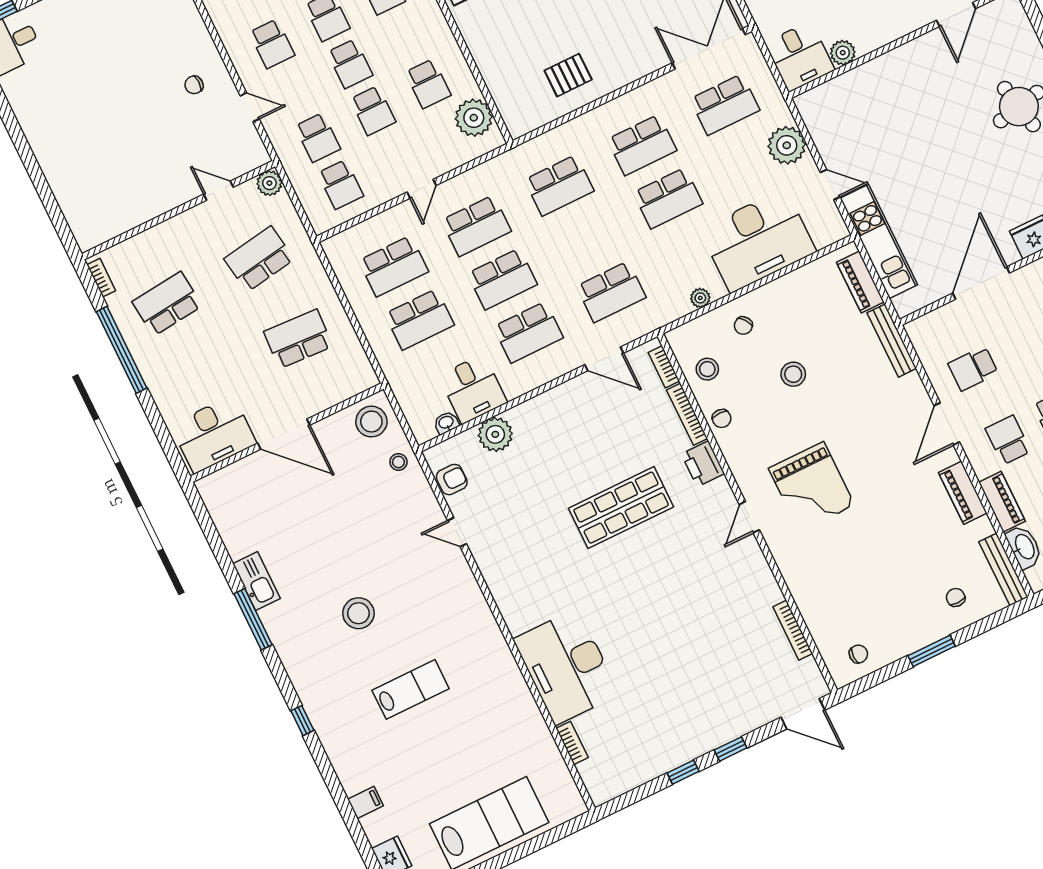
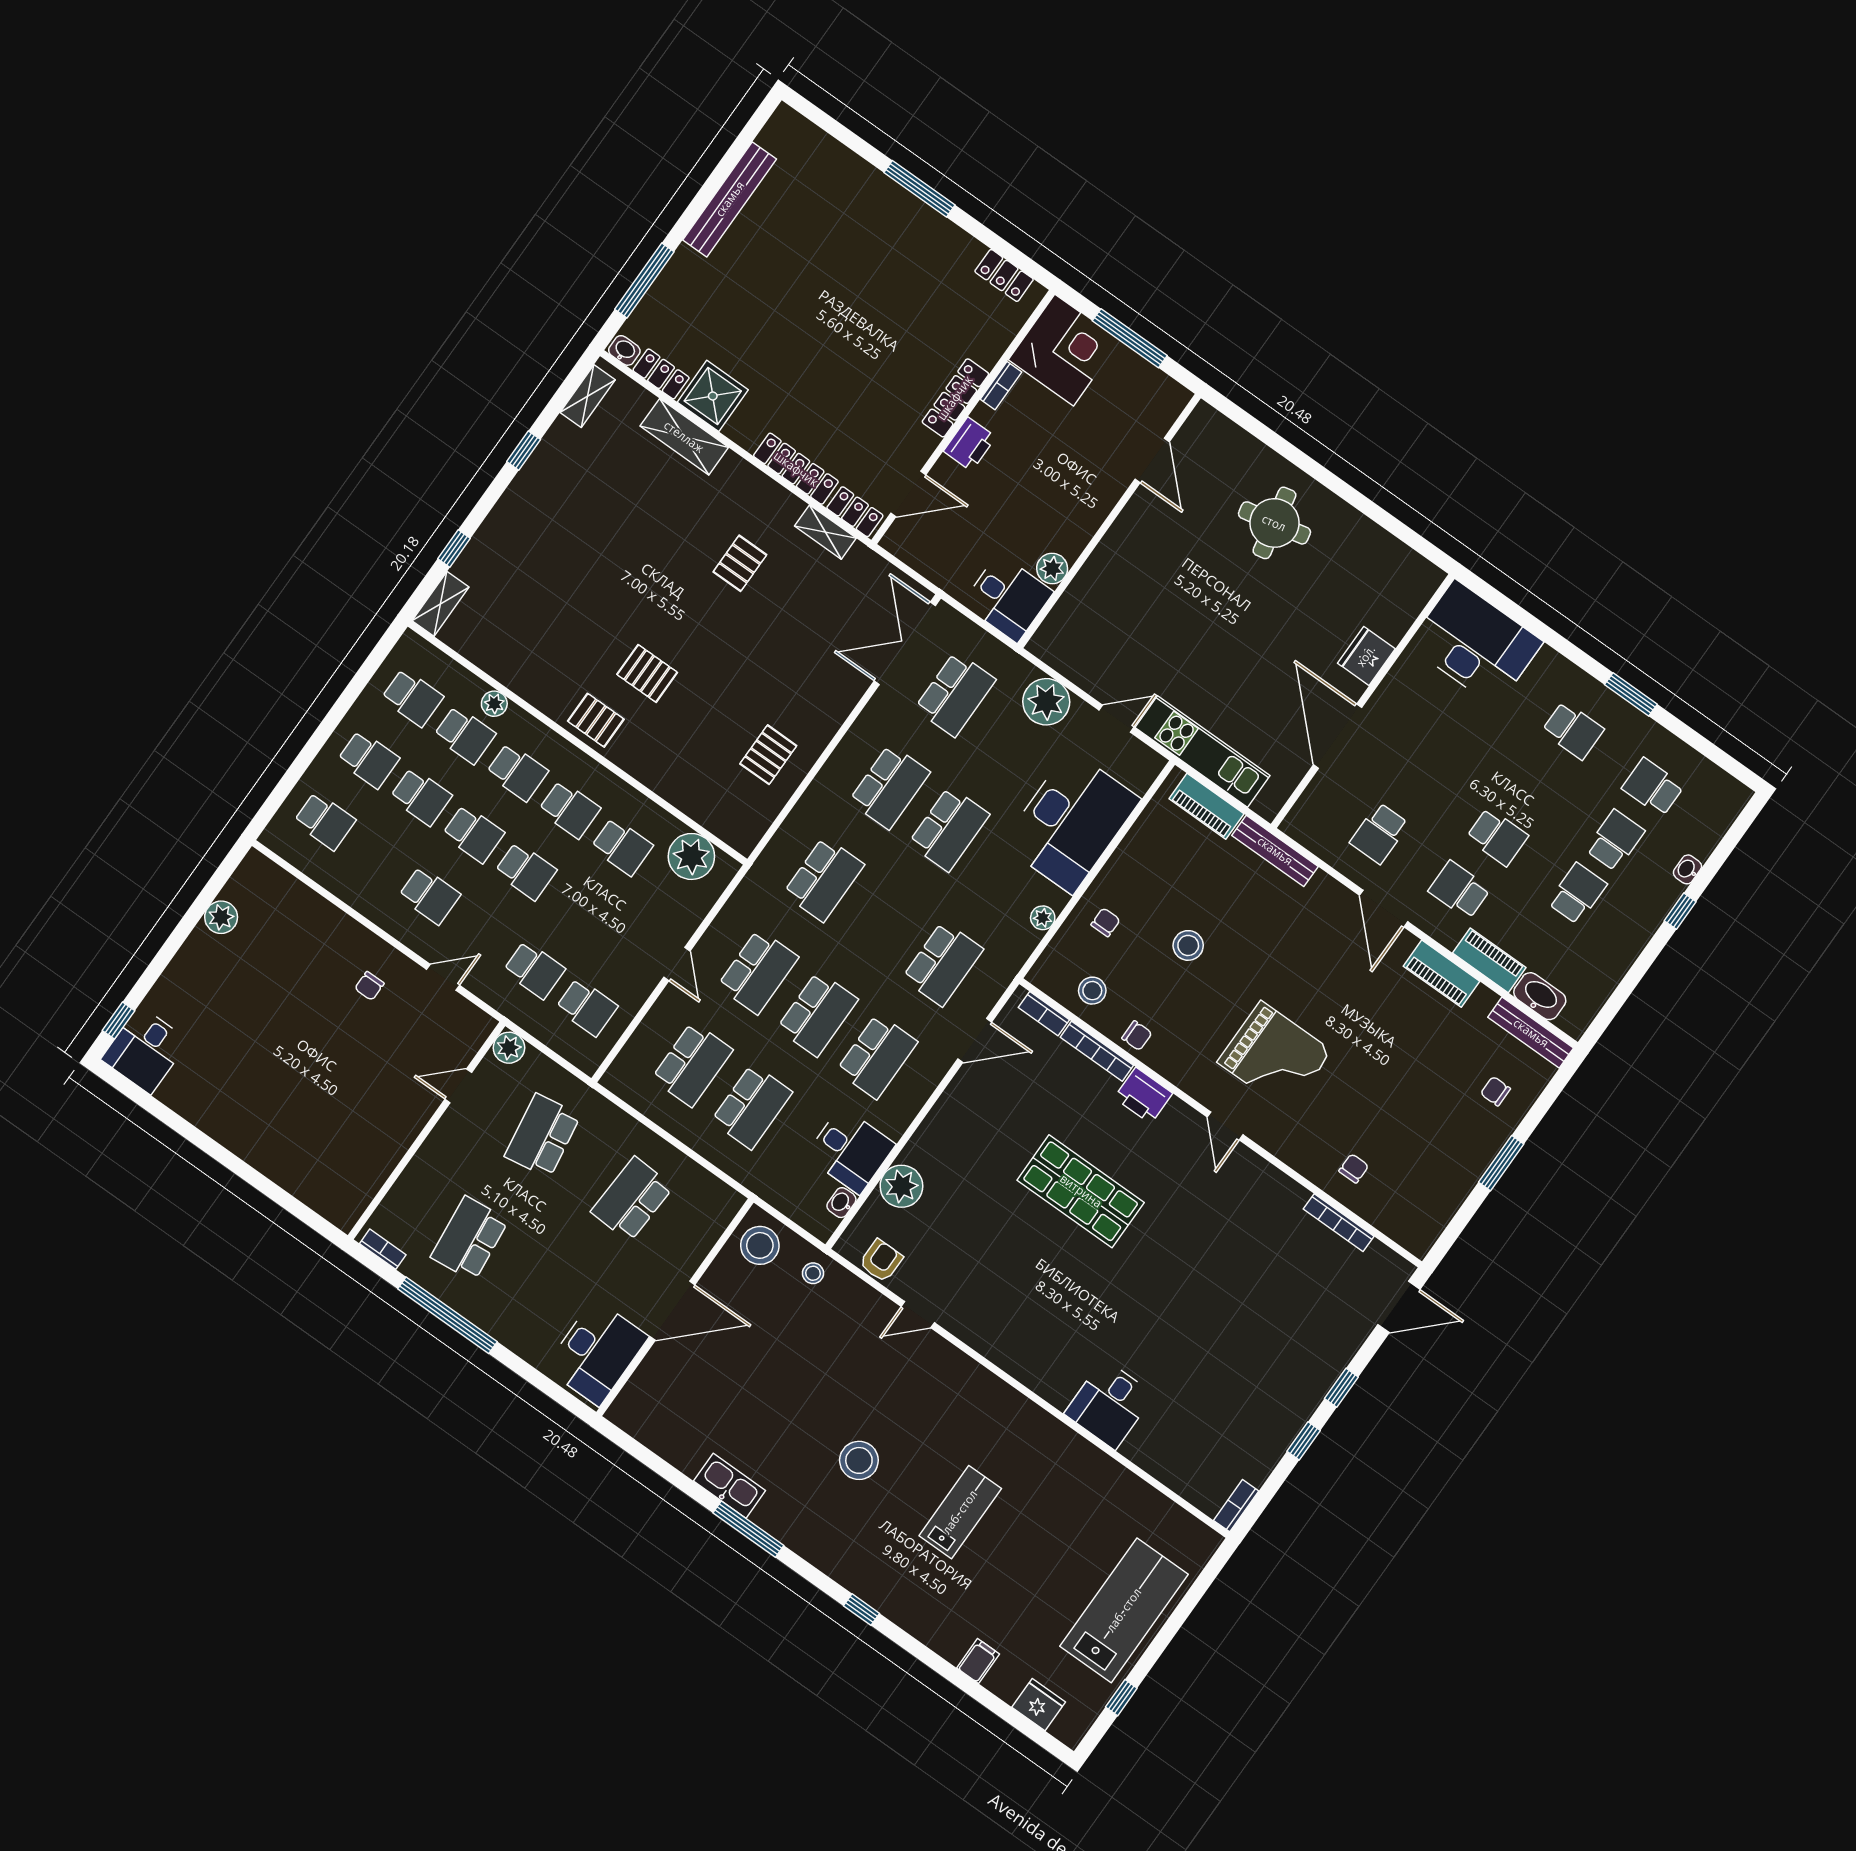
school desk: (373, 111) -> (570, 809), moved
chair: (743, 326) -> (1106, 922), turned -144
shop shelf: (621, 508) -> (1081, 1191), turned 90
chair: (858, 654) -> (1354, 1168), moved
desk: (566, 667) -> (1109, 1404), width x0.53, depth x0.77
bookcase: (572, 743) -> (1236, 1506), moved, turned -90

